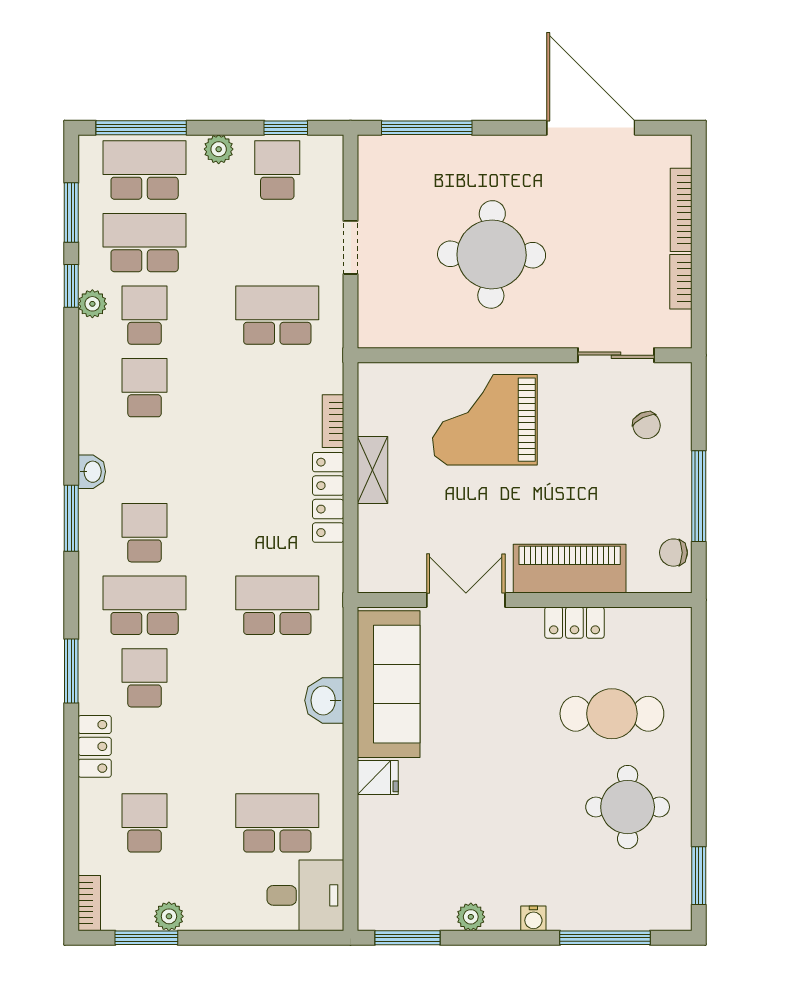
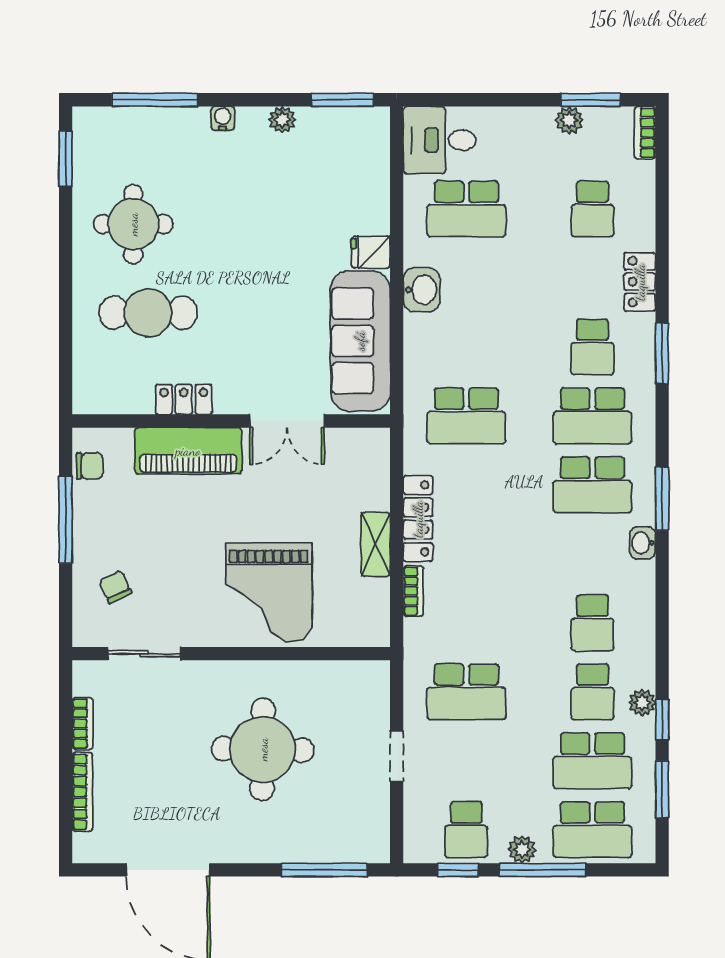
window: (141, 128) -> (543, 870), moved
grand piano: (485, 420) -> (269, 592), turned 90
school desk: (145, 533) -> (592, 485), width x1.85
washbasin: (324, 700) -> (422, 290), moved

